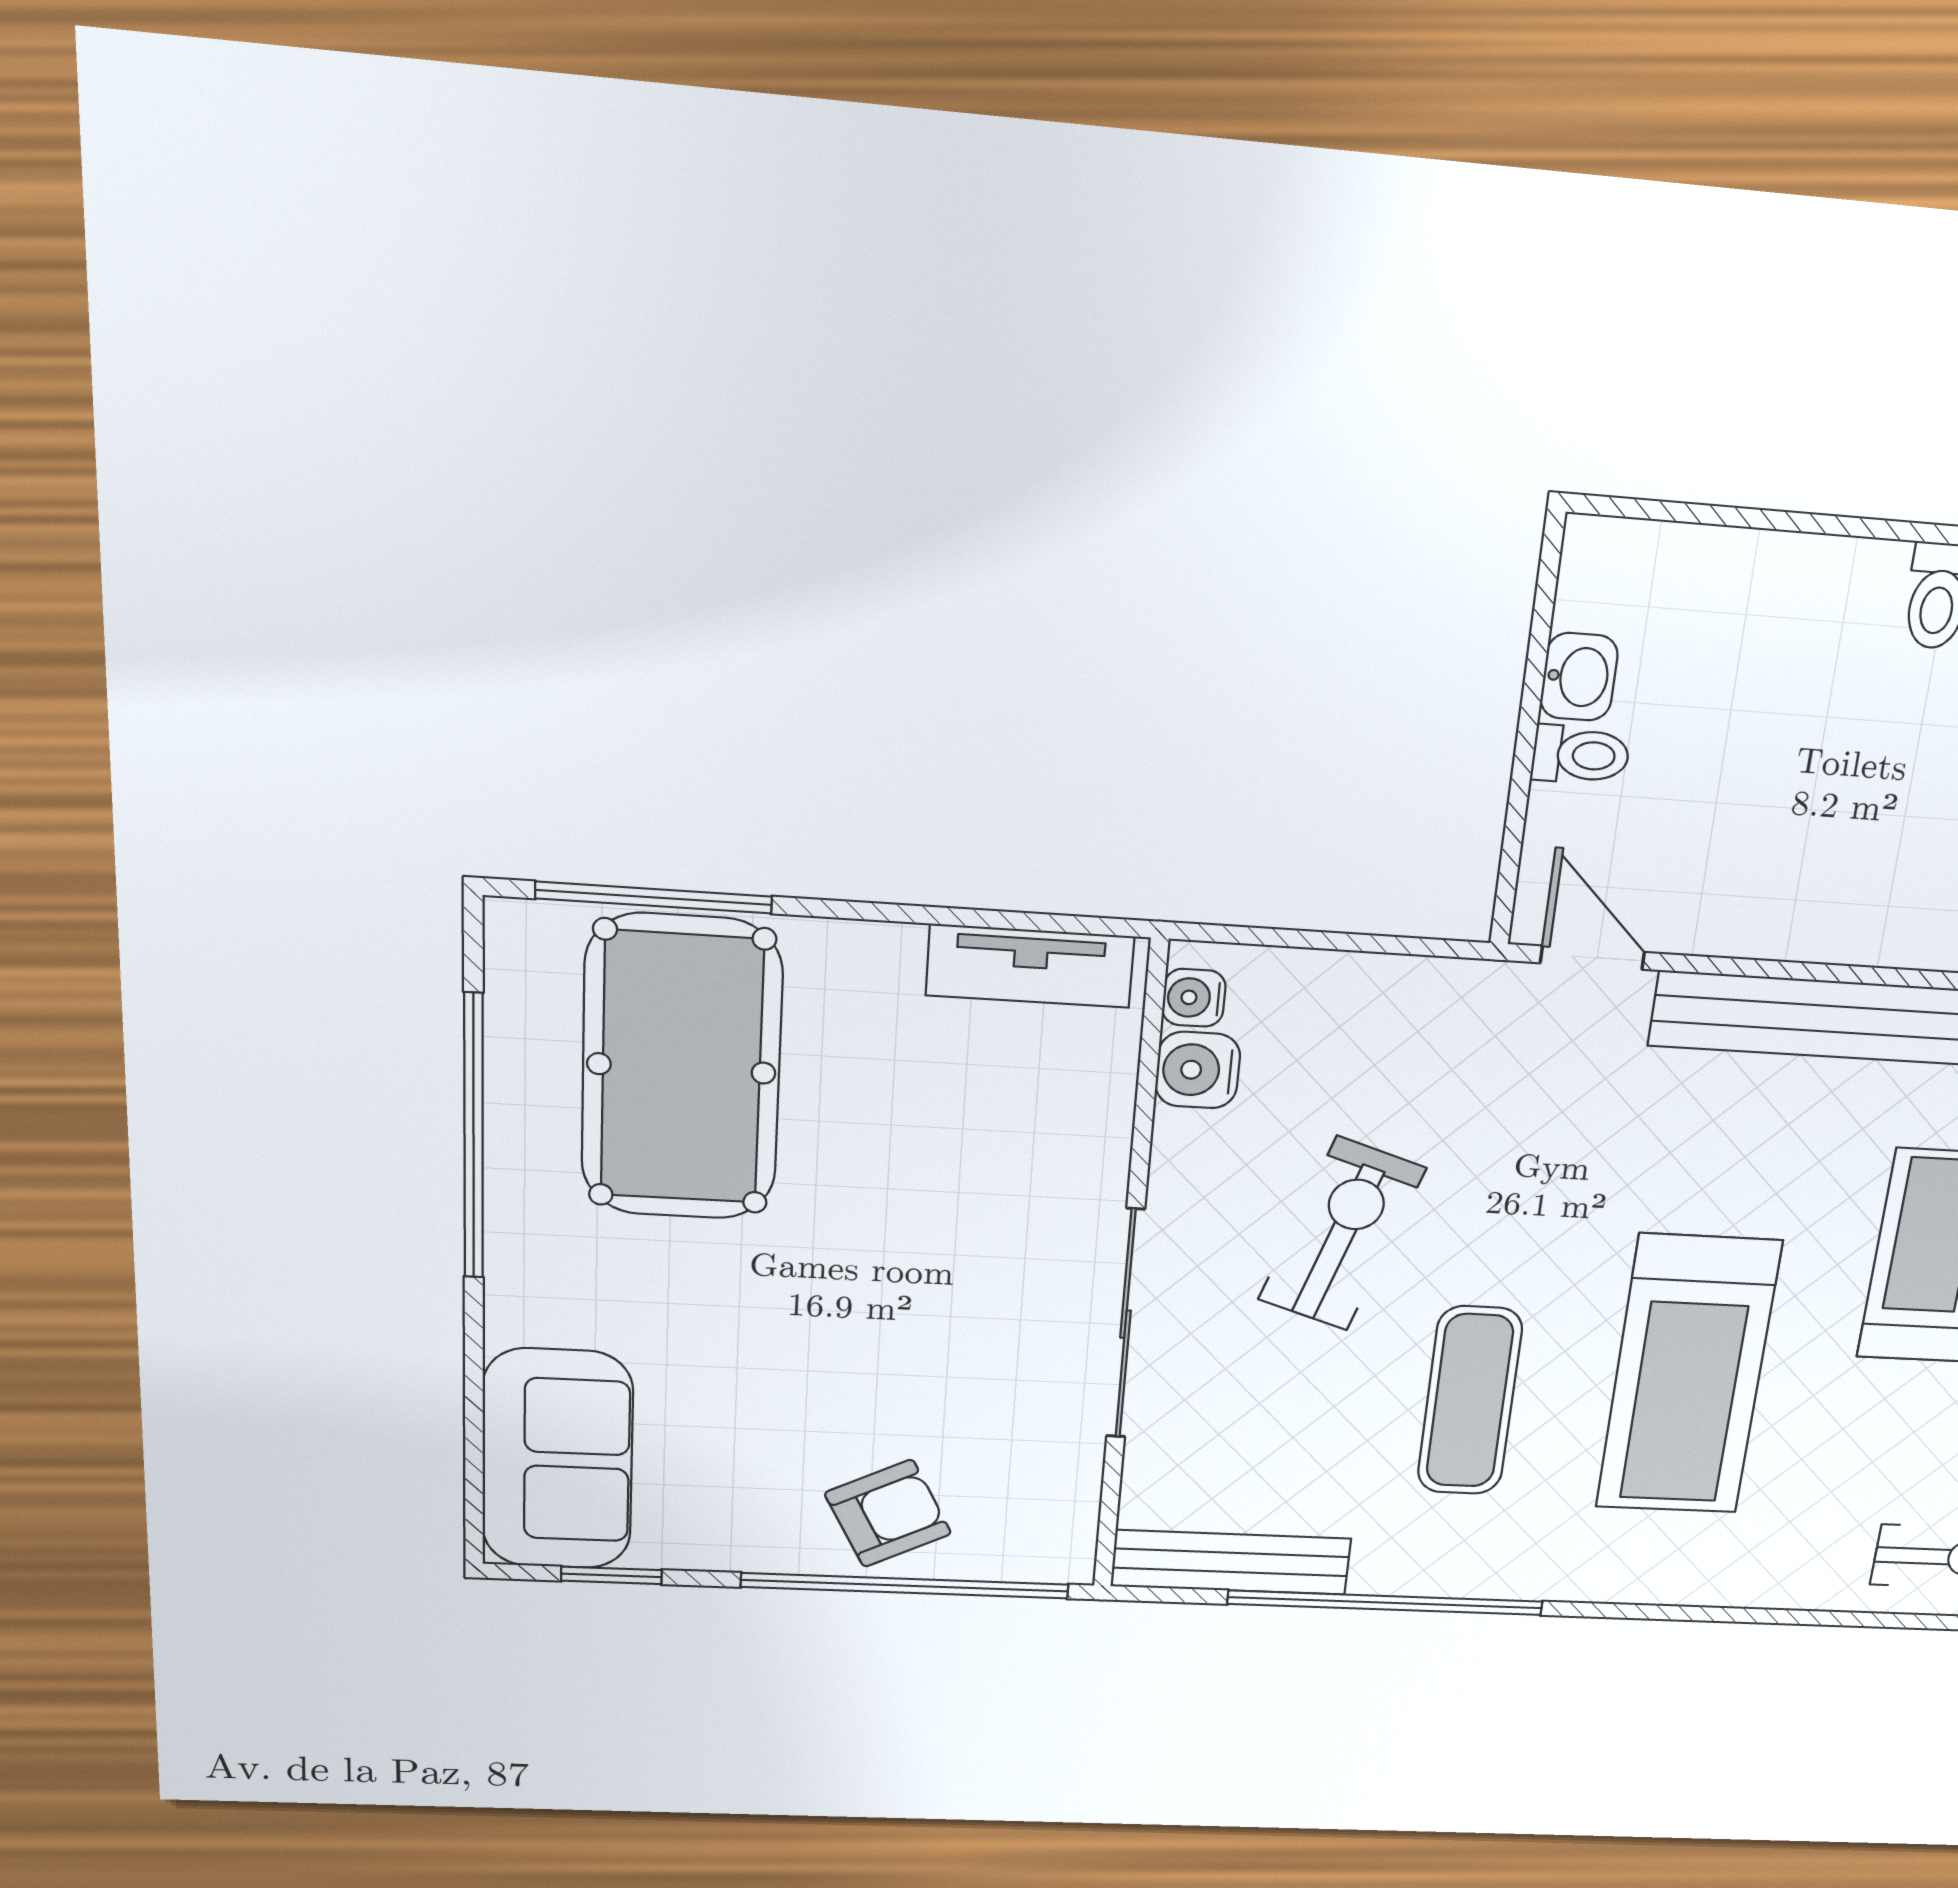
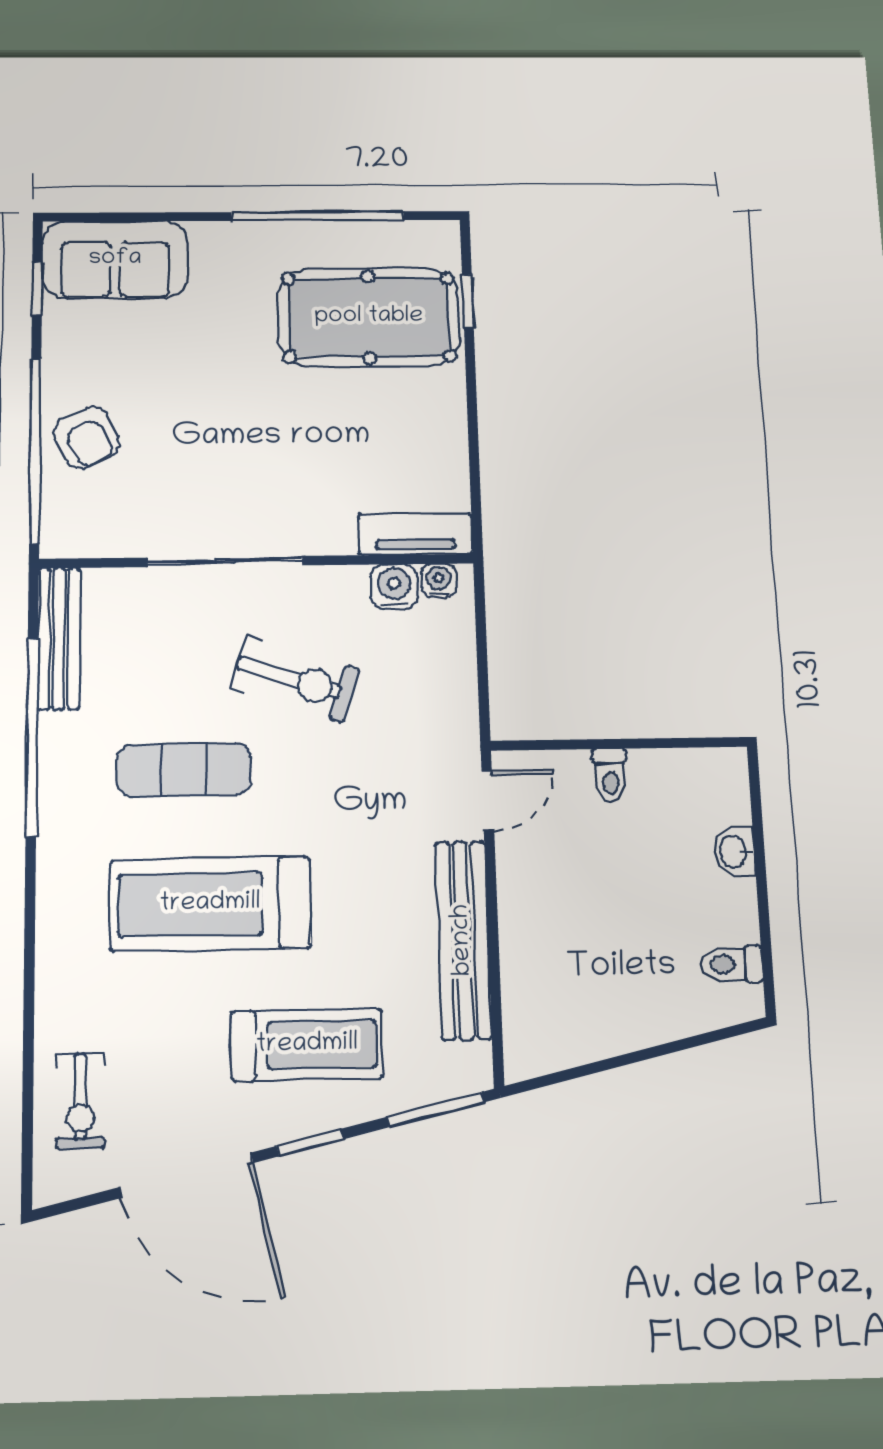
washbasin: (1579, 677) -> (734, 851), moved, turned 90
window: (654, 897) -> (468, 301), width x0.46
tv unit: (1030, 966) -> (415, 534), moved, turned 90

